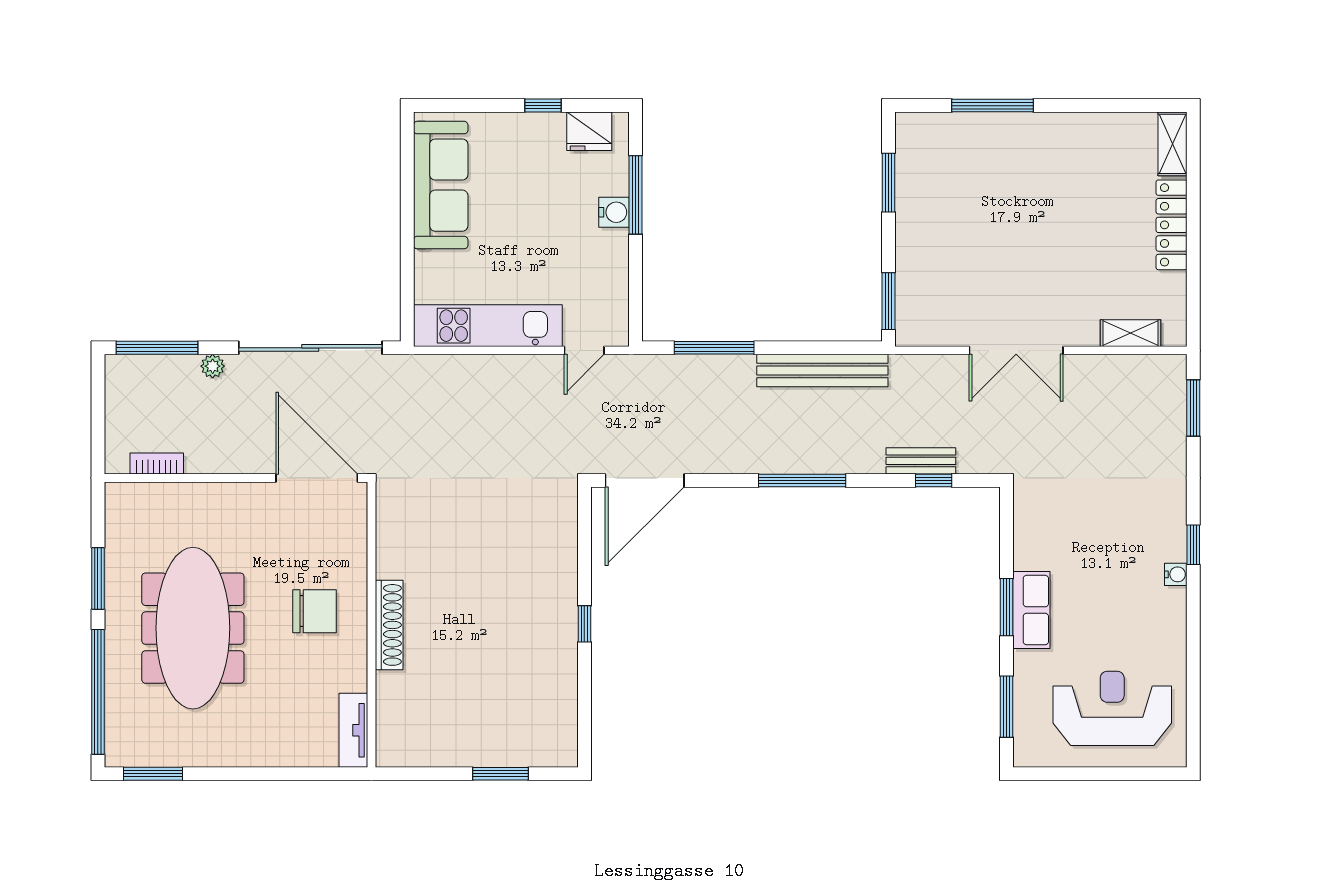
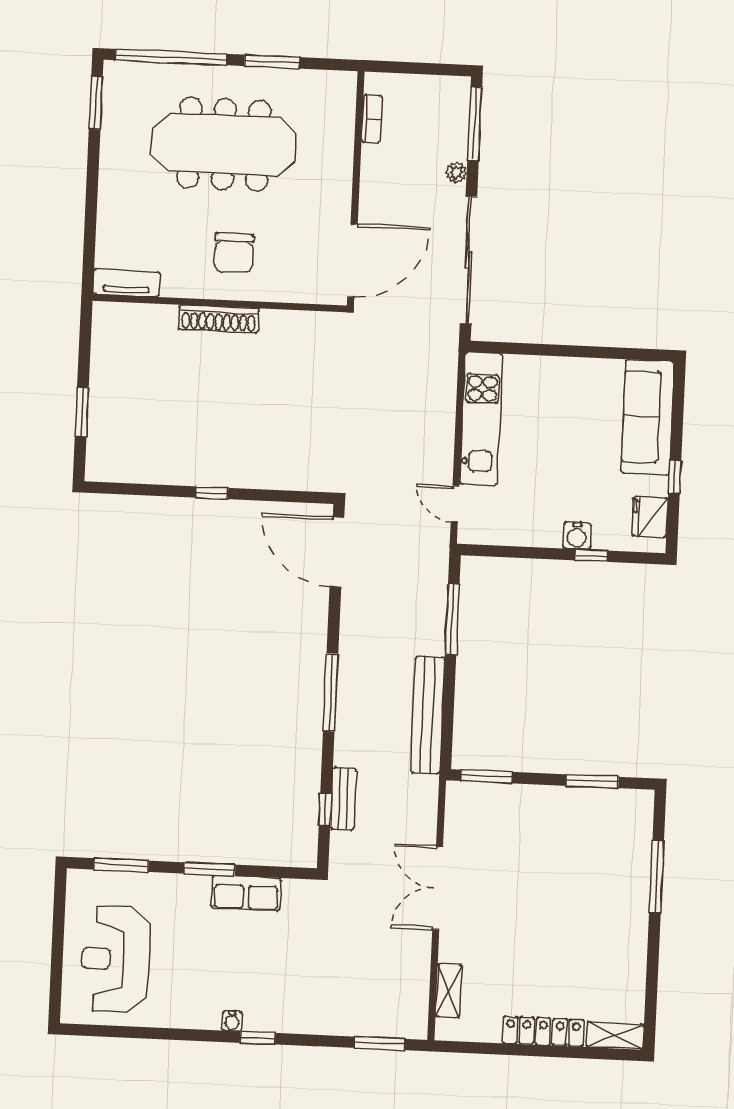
sofa: (441, 185) -> (648, 417), moved, turned 90
window: (635, 195) -> (592, 555), width x0.46
row of seats: (1031, 610) -> (246, 893), moved
reception desk: (1112, 708) -> (115, 959), turned 180

